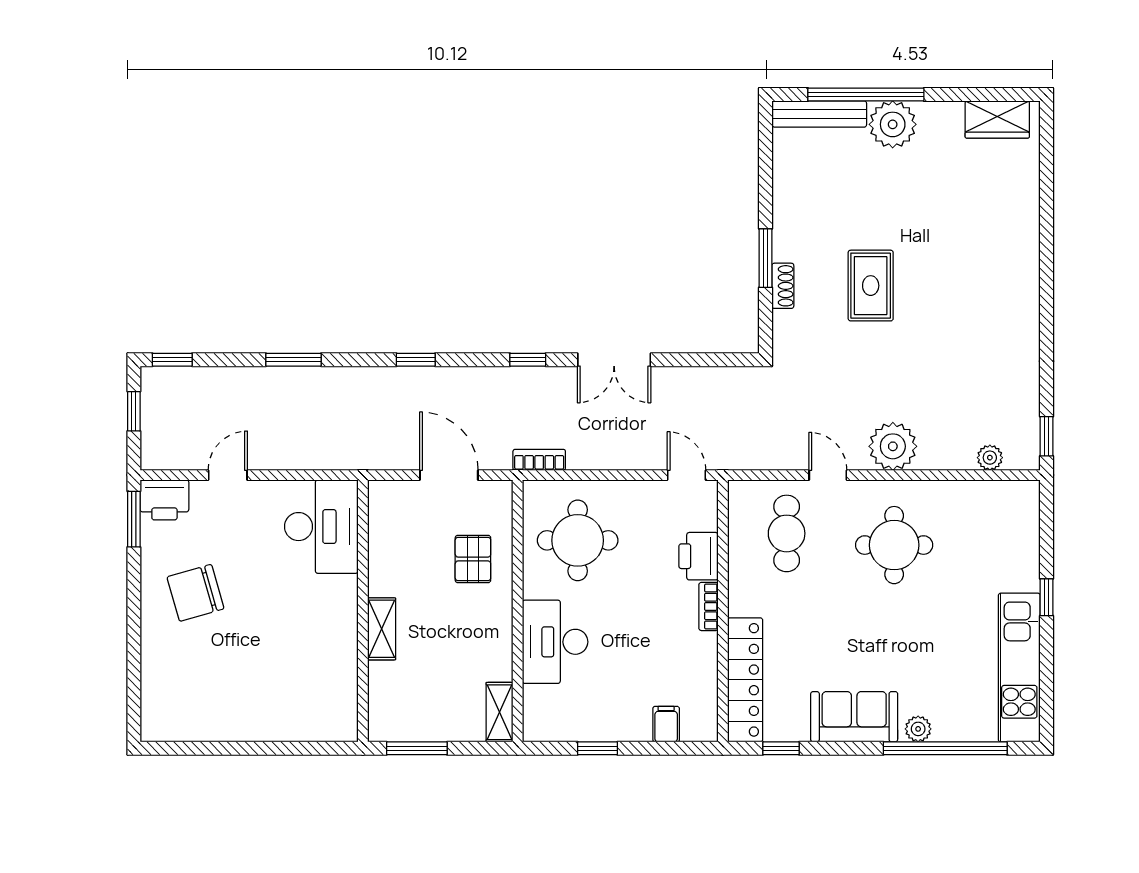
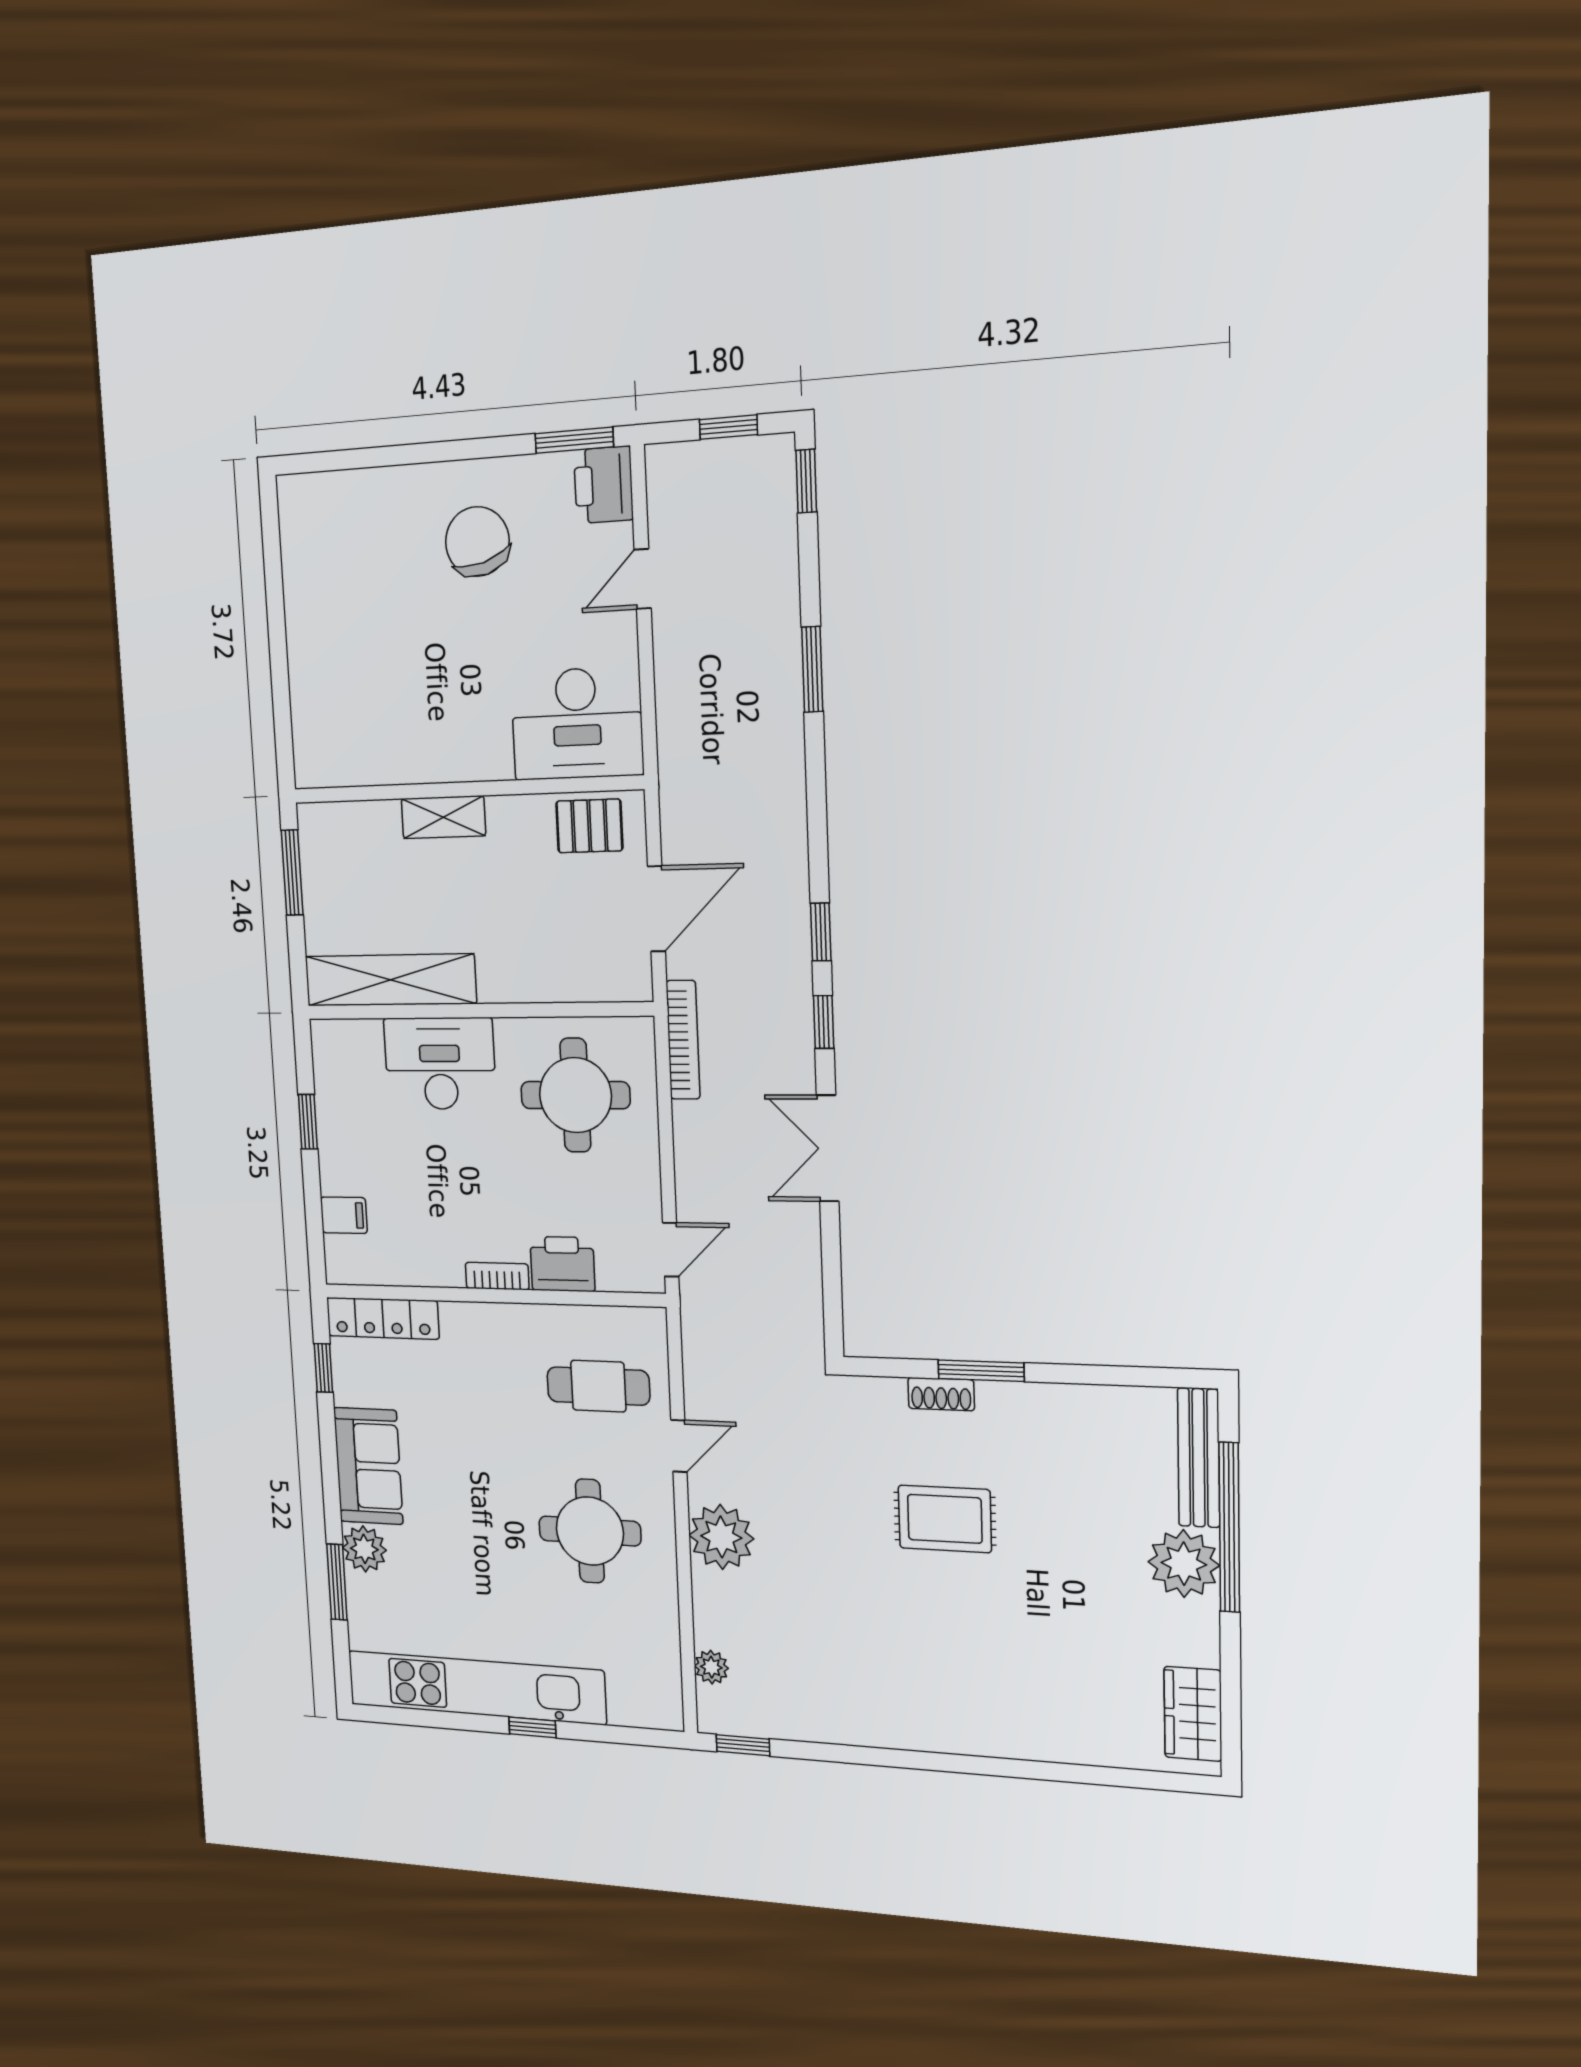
window: (416, 360) -> (821, 932), moved
bookcase: (539, 460) -> (683, 1040), width x1.56
door: (228, 475) -> (643, 579), swing flipped
pallet: (473, 559) -> (589, 826), moved
kitchen unit: (1019, 668) -> (476, 1687), width x1.36
locker: (745, 680) -> (383, 1318), width x0.71, depth x0.83
shelving: (499, 712) -> (390, 980), width x2.20, depth x1.33
plant: (918, 729) -> (364, 1549), width x1.38, depth x1.38
window: (945, 748) -> (337, 1582), width x0.47

